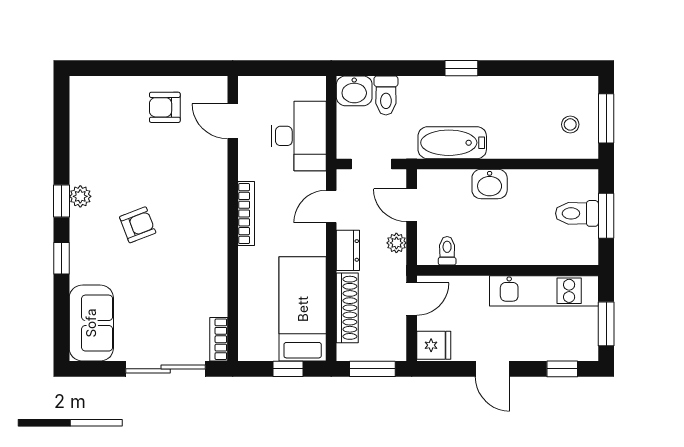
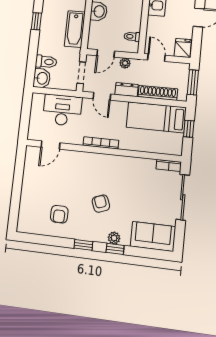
armchair: (165, 107) -> (59, 214), moved
plant: (80, 196) -> (114, 238), moved

